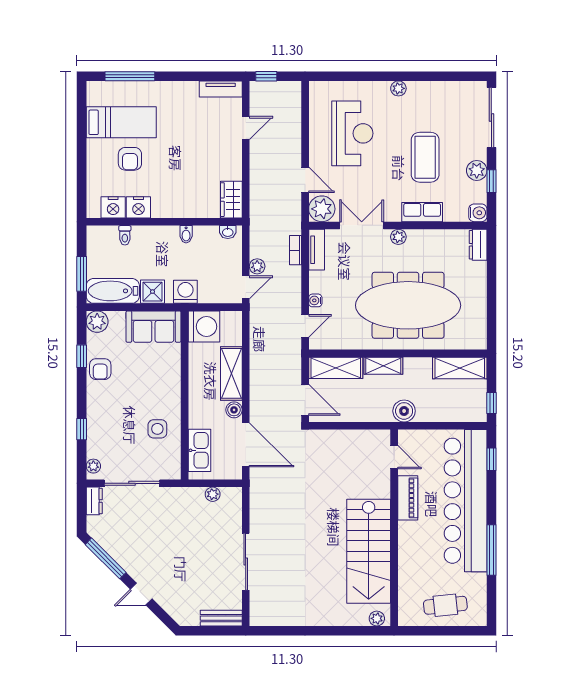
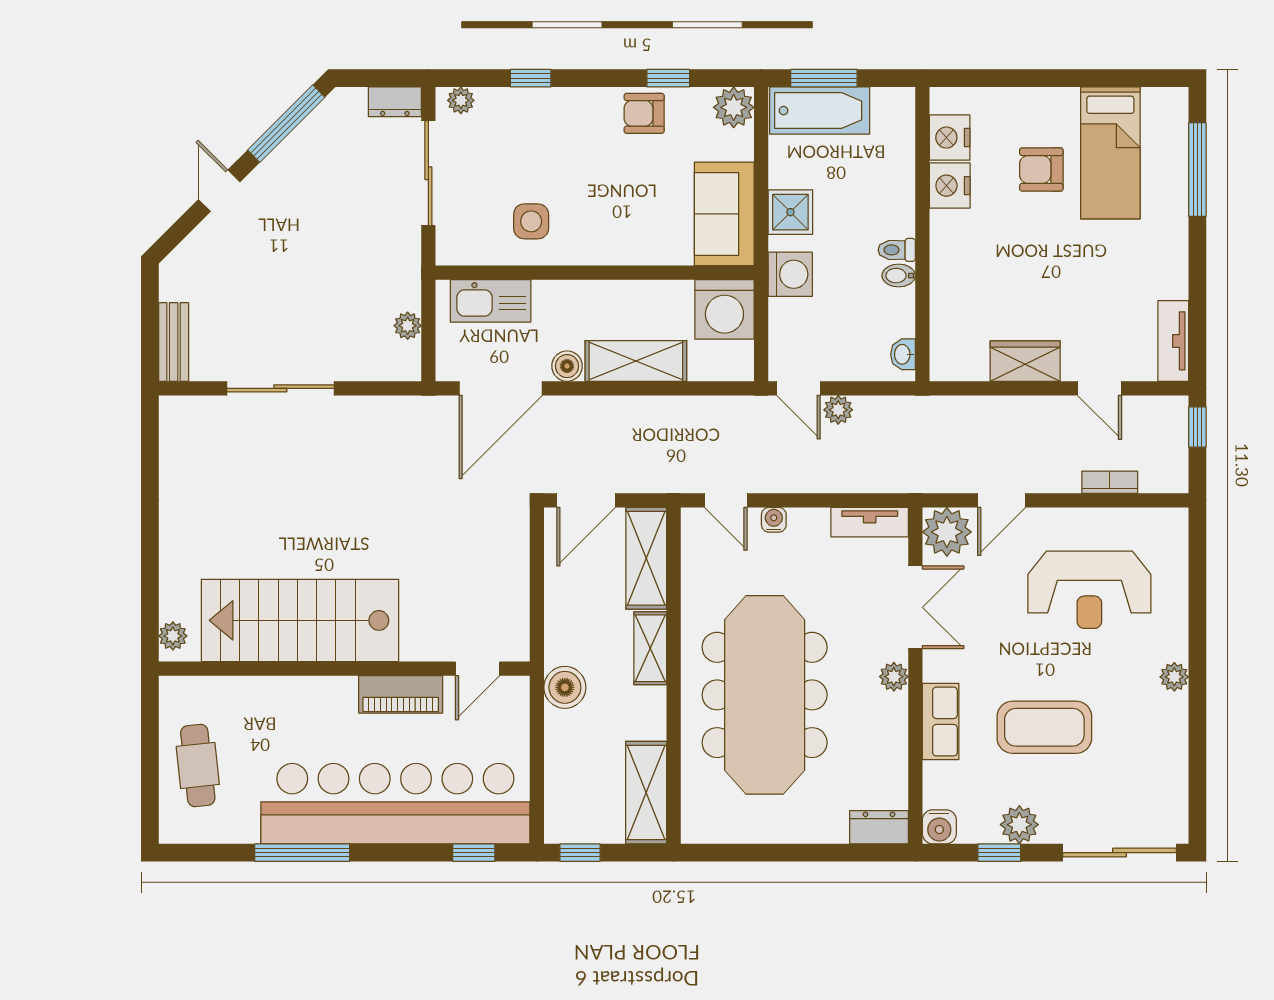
wardrobe: (231, 200) -> (1025, 361), moved
toilet: (125, 235) -> (897, 250), moved
bookcase: (295, 250) -> (1110, 482), moved
bathtub: (113, 291) -> (820, 111), moved, turned 90

